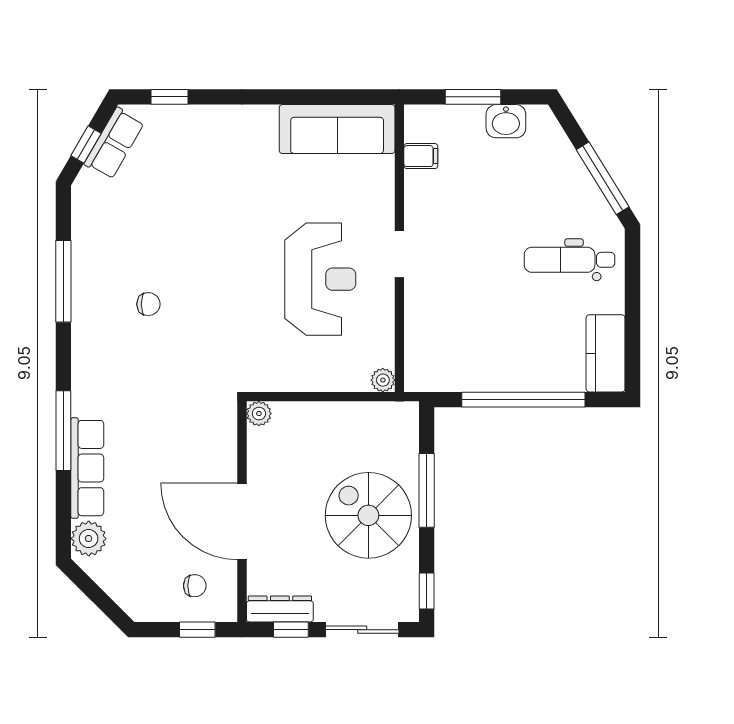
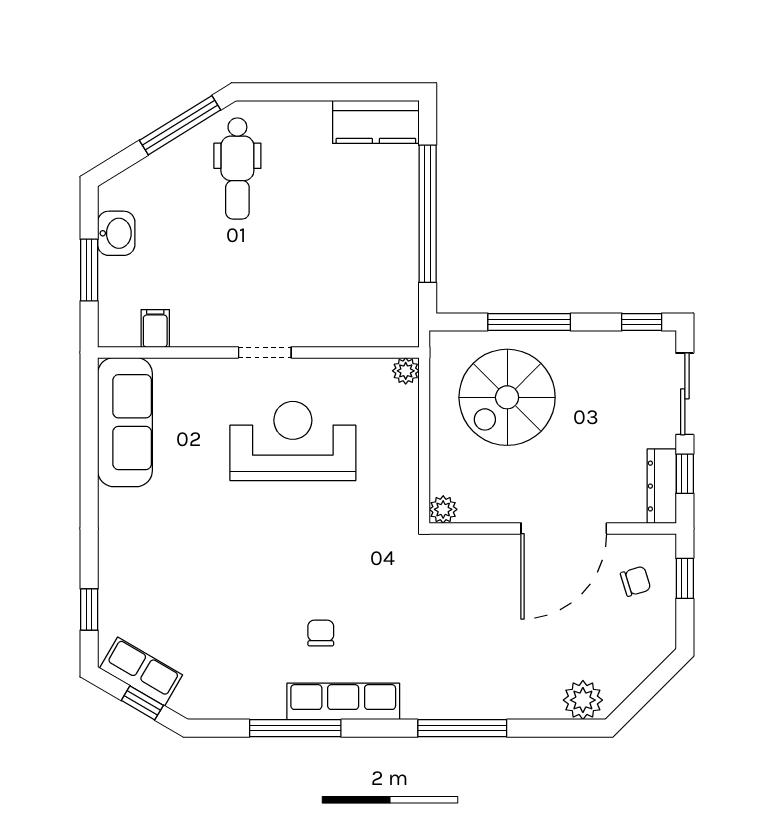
dental chair: (570, 260) -> (237, 168), moved
row of seats: (87, 468) -> (343, 701), moved
spiral stairs: (368, 515) -> (507, 397), moved
chair: (195, 586) -> (636, 581), turned 73

